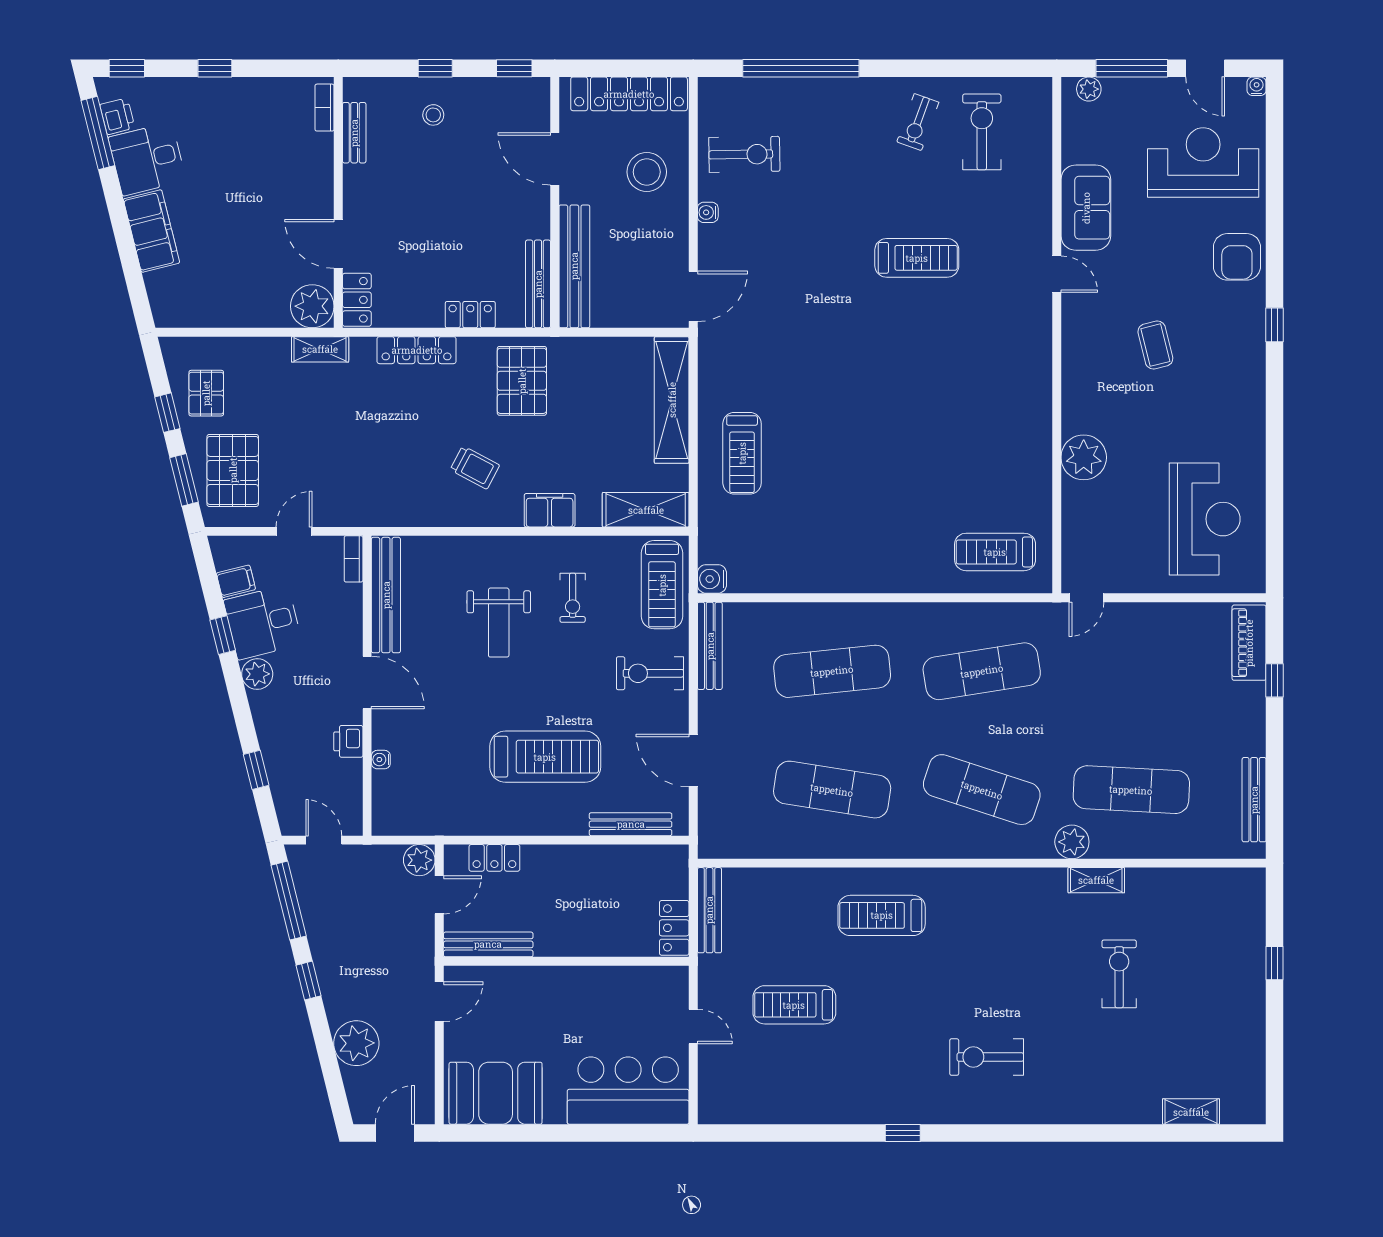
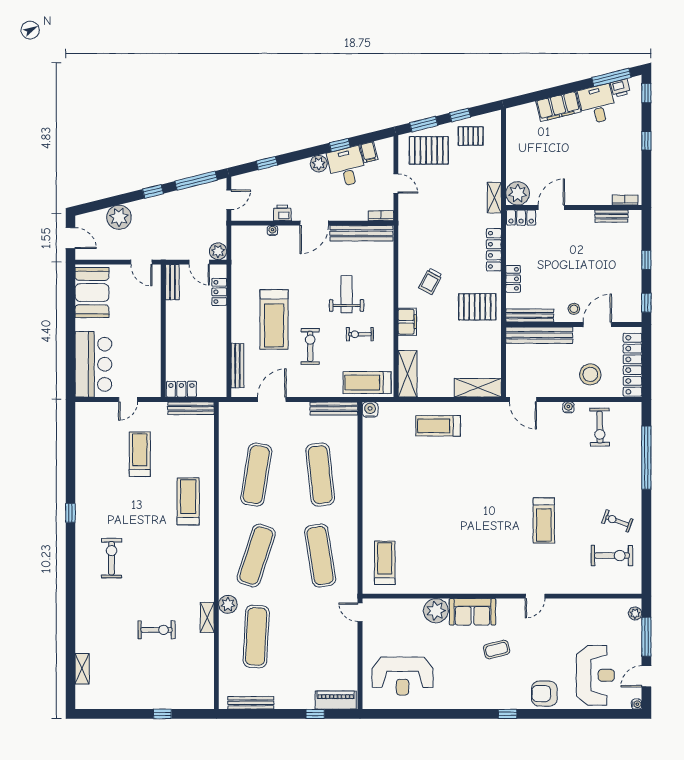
stool: (433, 115) -> (574, 309), moved
sofa: (1086, 208) -> (472, 612), moved
shelving: (672, 400) -> (478, 388), width x0.68
weight bench: (499, 623) -> (347, 294), turned 90
exercise bike: (650, 673) -> (310, 346), moved
bench: (488, 944) -> (172, 282), width x0.73

